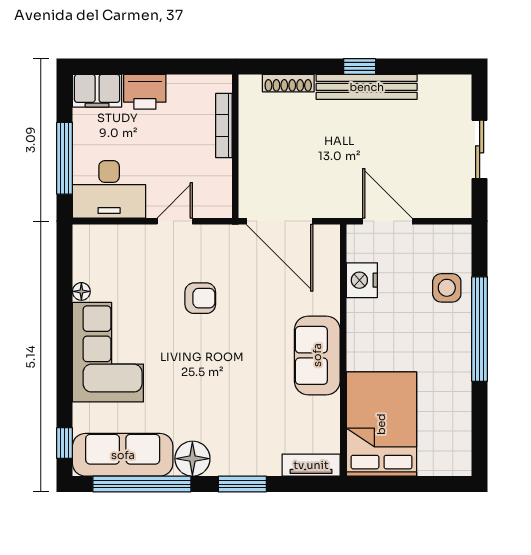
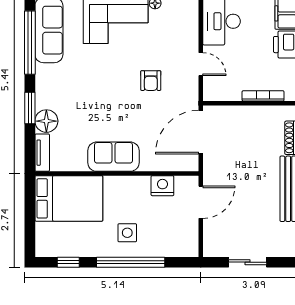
side table: (447, 288) -> (127, 233), moved
window: (480, 425) -> (68, 262), added
floor lamp: (192, 459) -> (46, 121), moved

